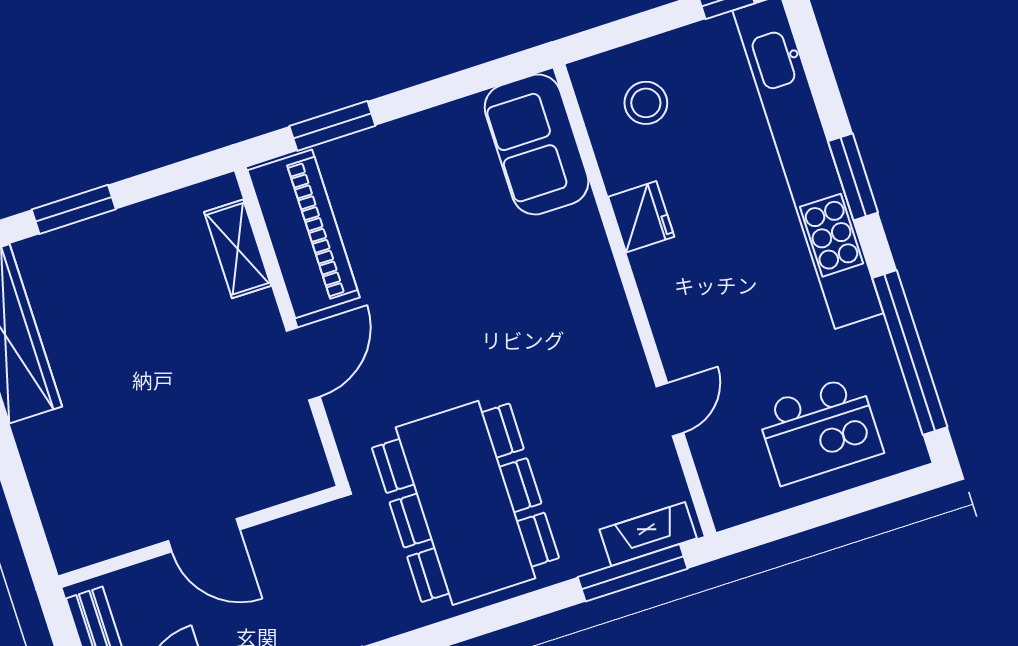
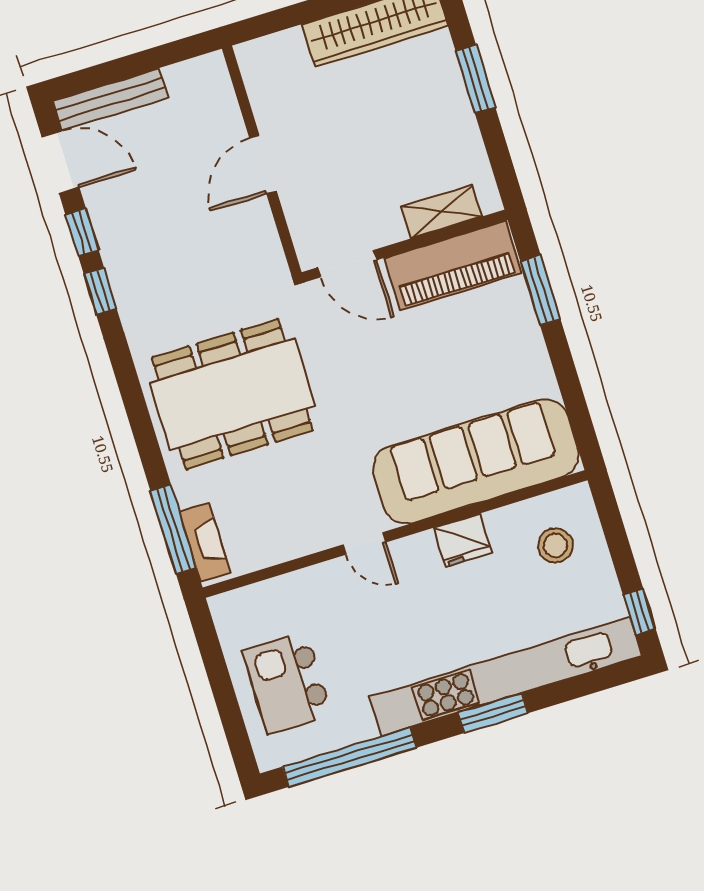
sofa: (537, 144) -> (476, 461), width x1.85, depth x1.27
door: (670, 409) -> (364, 543), moved
door: (204, 535) -> (263, 165), moved
wall: (199, 537) -> (262, 160), moved

